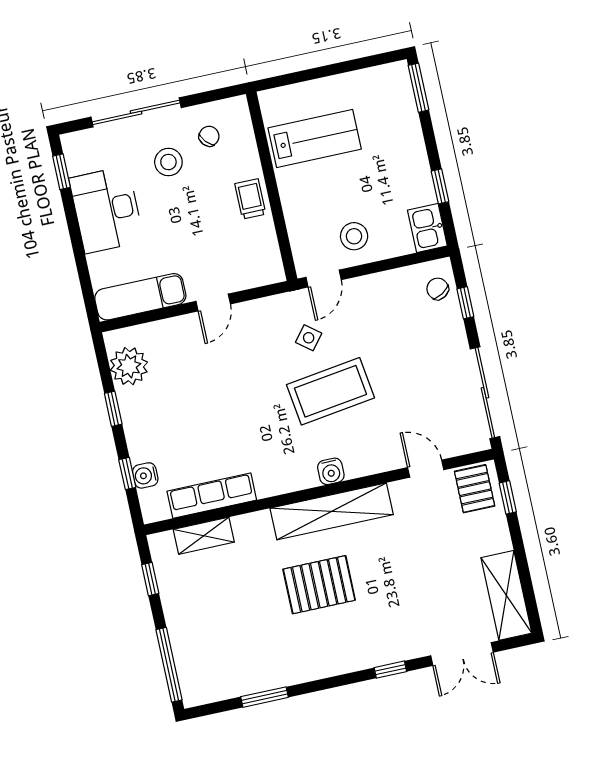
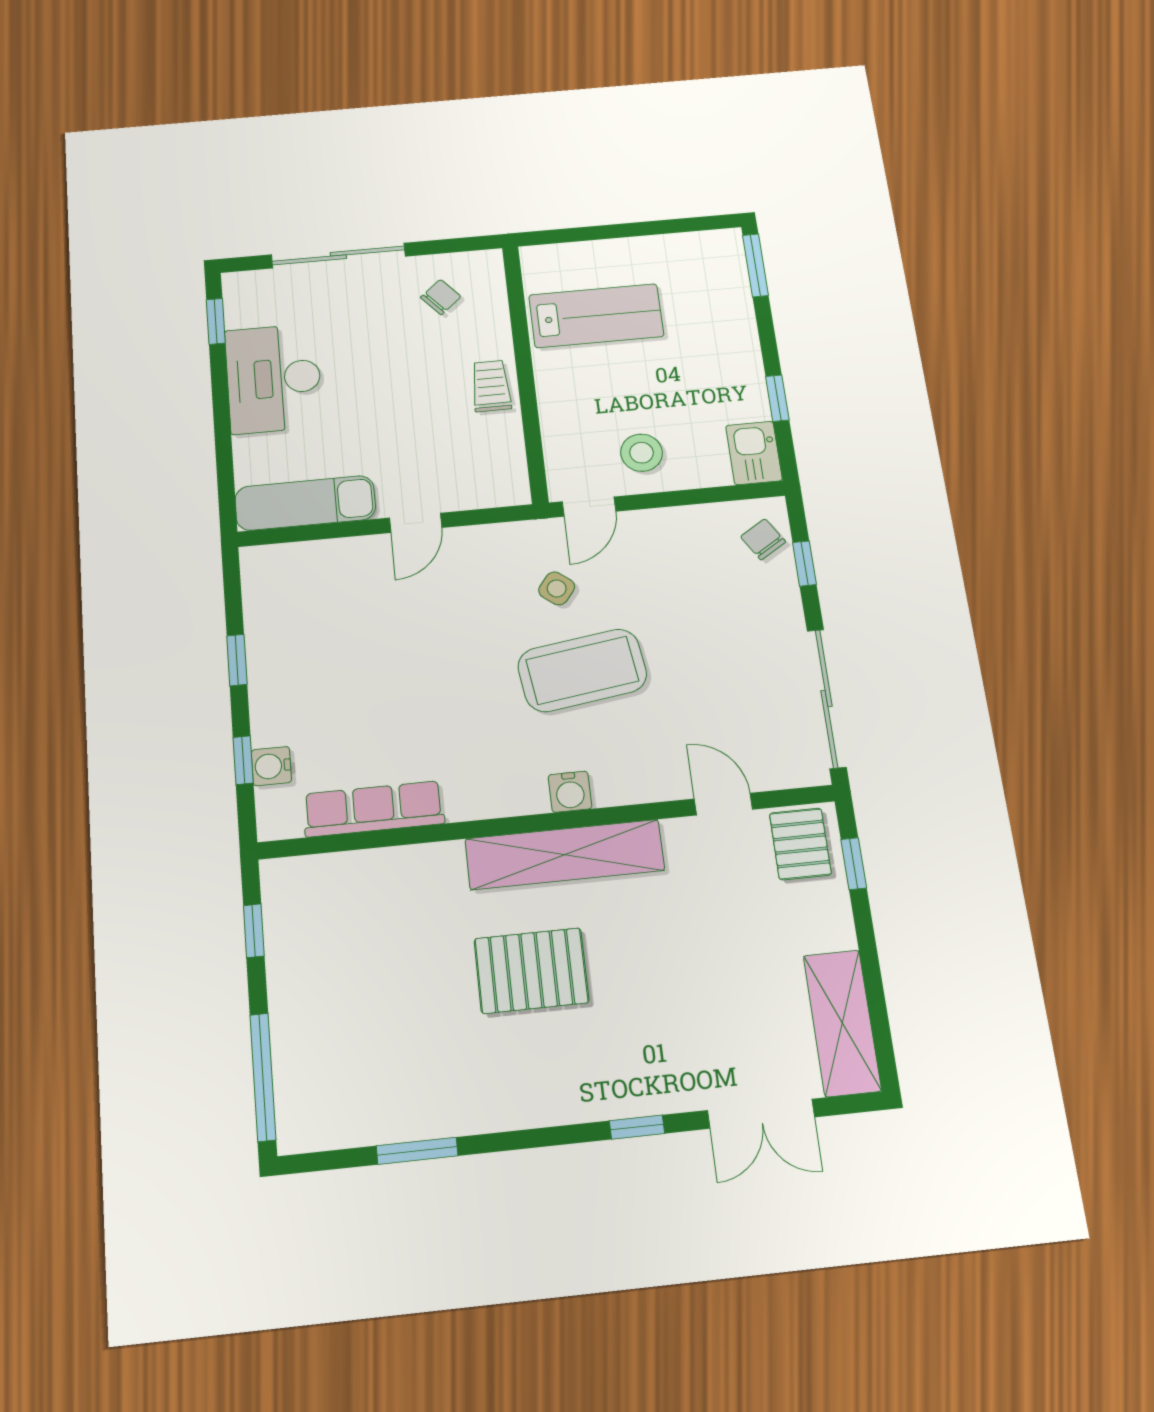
stool: (168, 162) -> (376, 325), removed
plant: (129, 366) -> (272, 600), removed
shelving: (204, 536) -> (352, 871), removed

